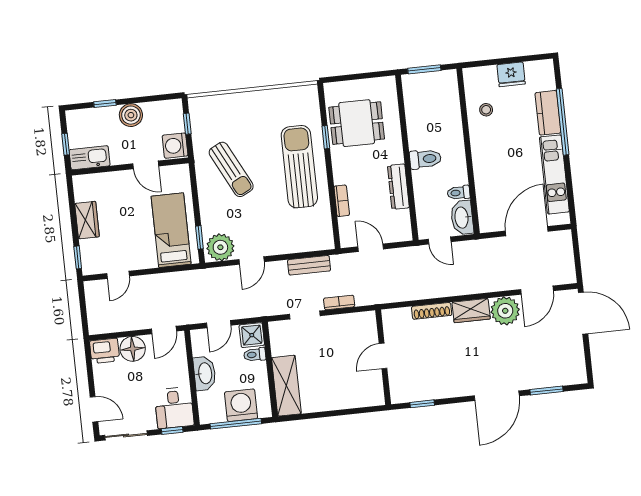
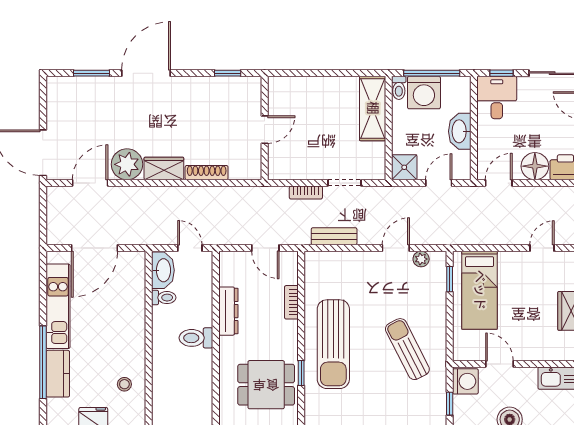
plant: (220, 247) -> (421, 259), width x0.53, depth x0.53
toilet: (255, 355) -> (399, 88), moved, turned 90

